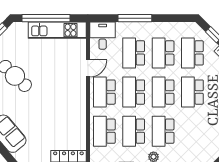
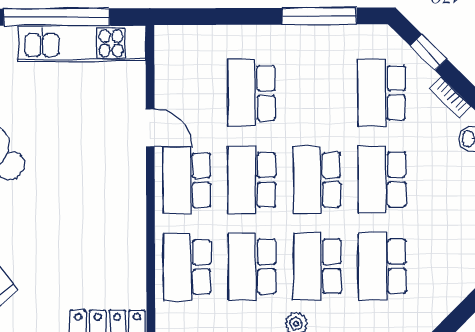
window: (135, 18) -> (319, 16), moved
desk: (103, 36) -> (182, 55), removed
school desk: (163, 53) -> (382, 266), moved
door: (88, 68) -> (150, 128), hinge flipped

